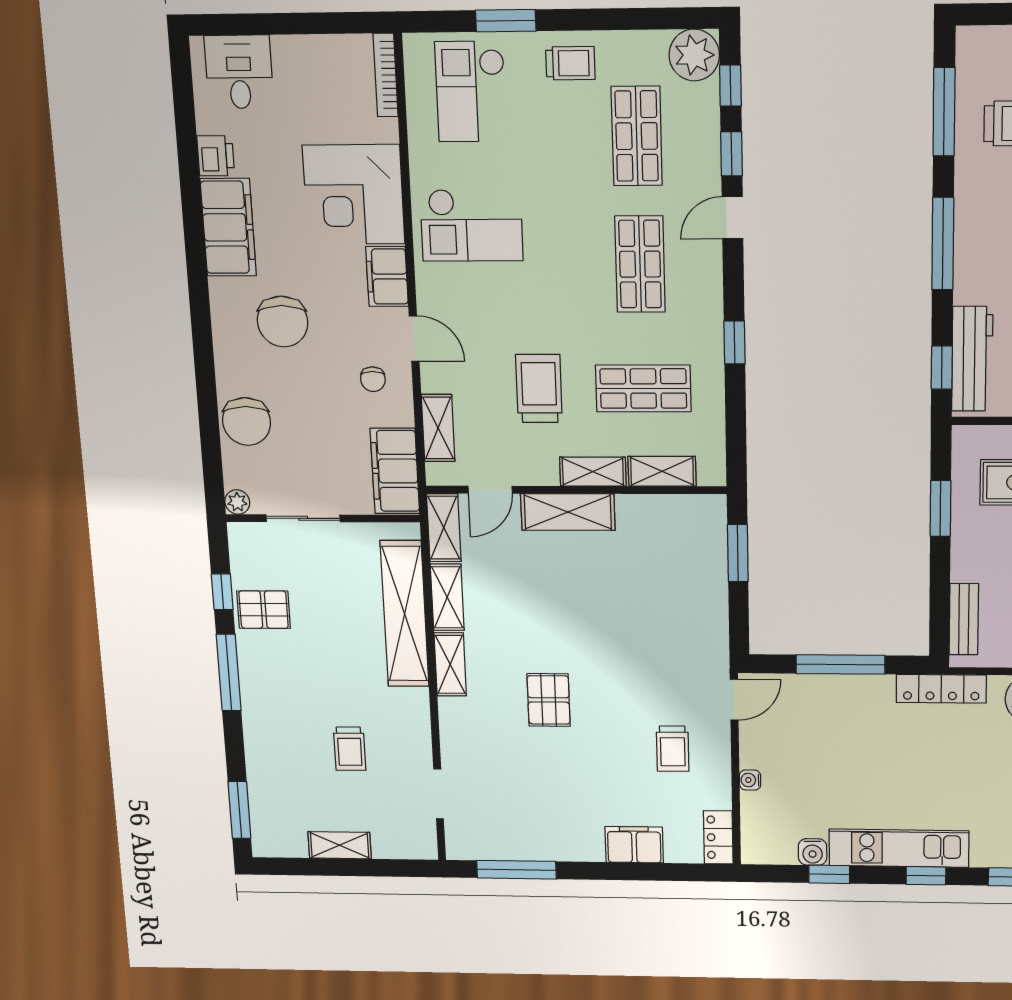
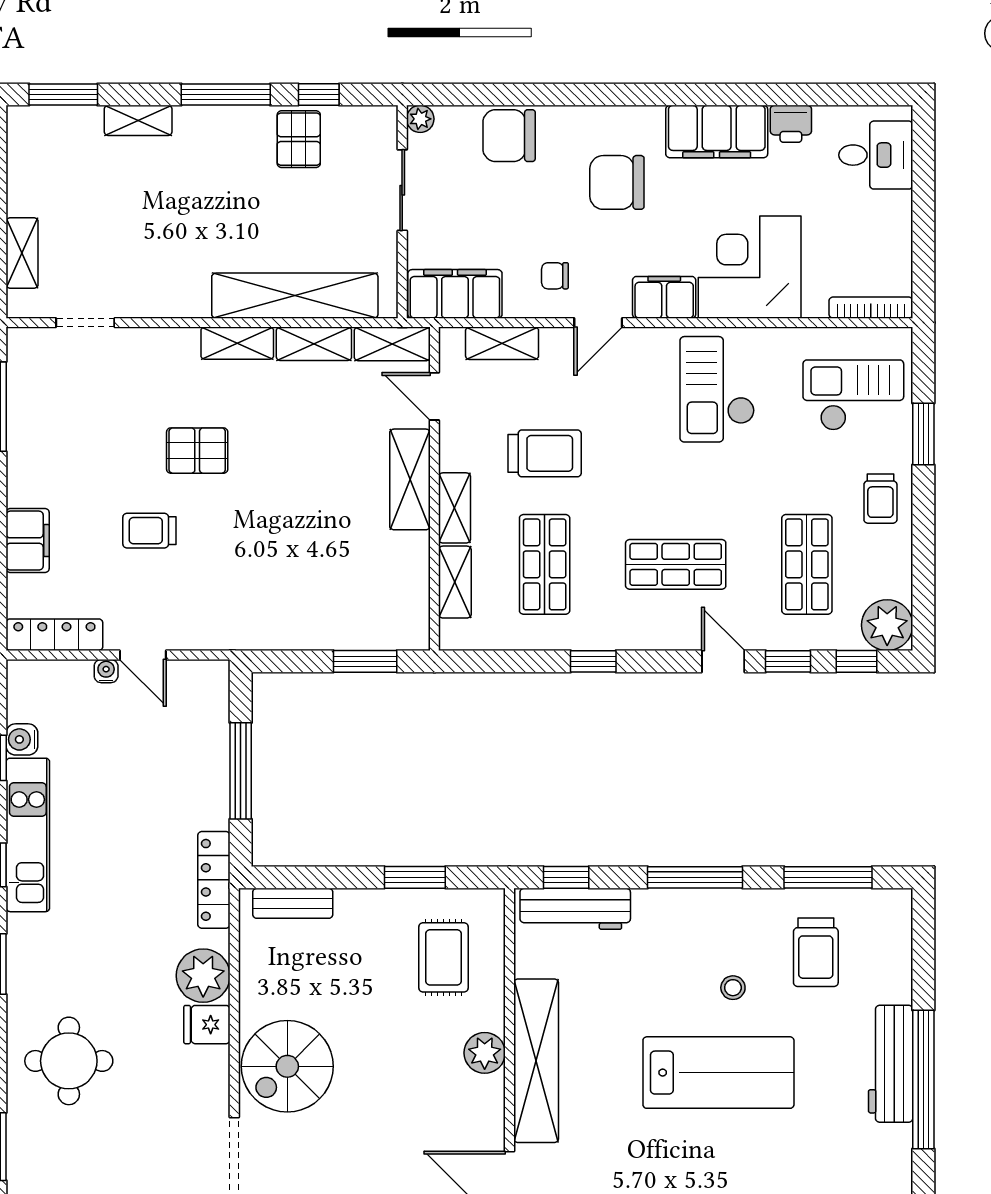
shop shelf: (637, 136) -> (807, 564), turned 90
door: (734, 700) -> (143, 655), moved
shelving: (257, 747) -> (138, 120), added
trolley: (350, 749) -> (138, 225), removed
trolley: (673, 749) -> (149, 531), moved
locker: (718, 837) -> (54, 635), width x1.53
shelving: (340, 845) -> (22, 253), moved

